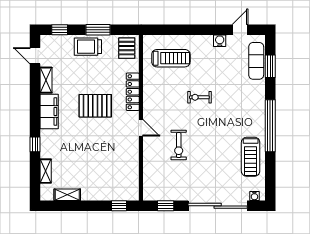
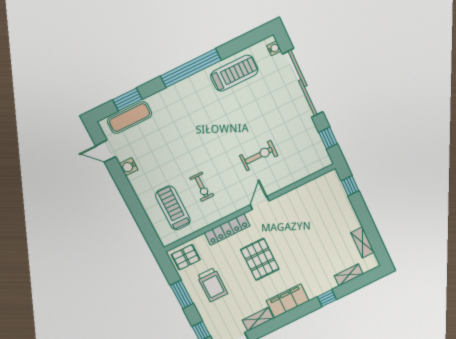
trolley: (88, 47) -> (212, 285), moved
exercise bike: (199, 97) -> (202, 187), moved

